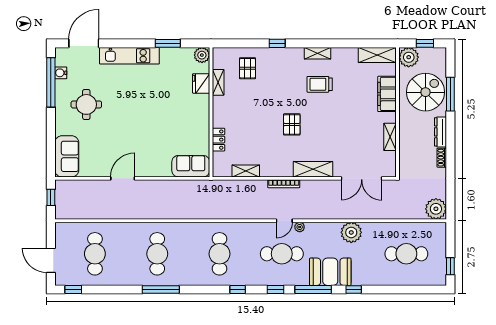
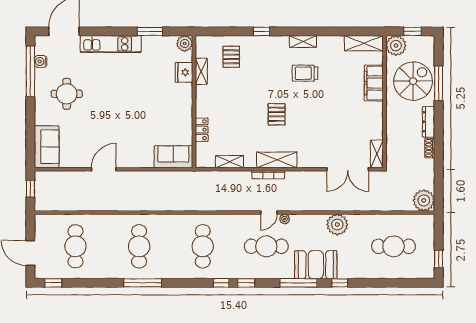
shelving: (390, 137) -> (377, 154), moved
shelving: (313, 169) -> (277, 160), moved
window: (275, 290) -> (246, 283), moved

